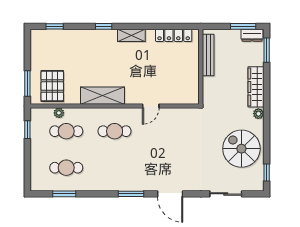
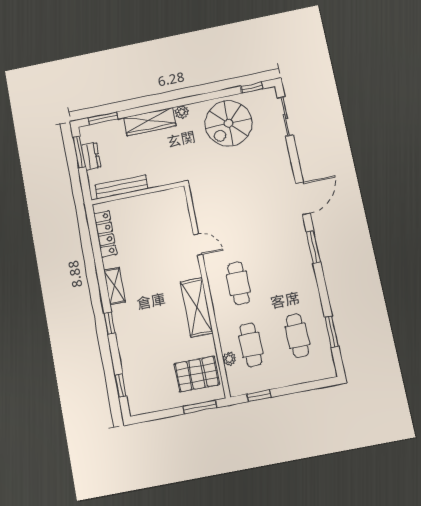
dresser: (252, 35) -> (91, 156), moved
sliding door: (226, 194) -> (285, 116), moved

